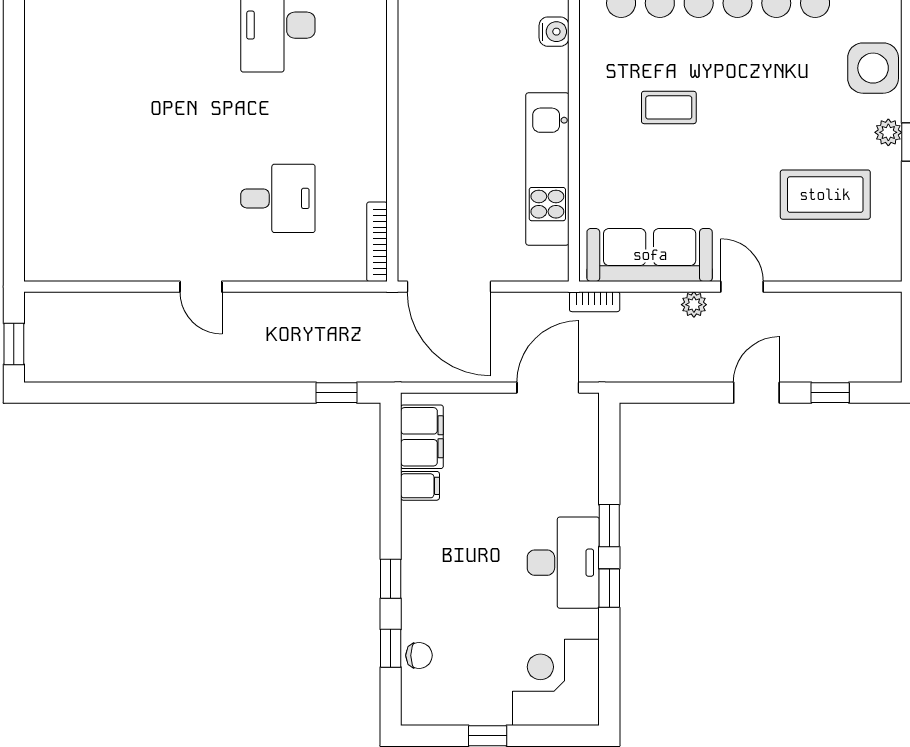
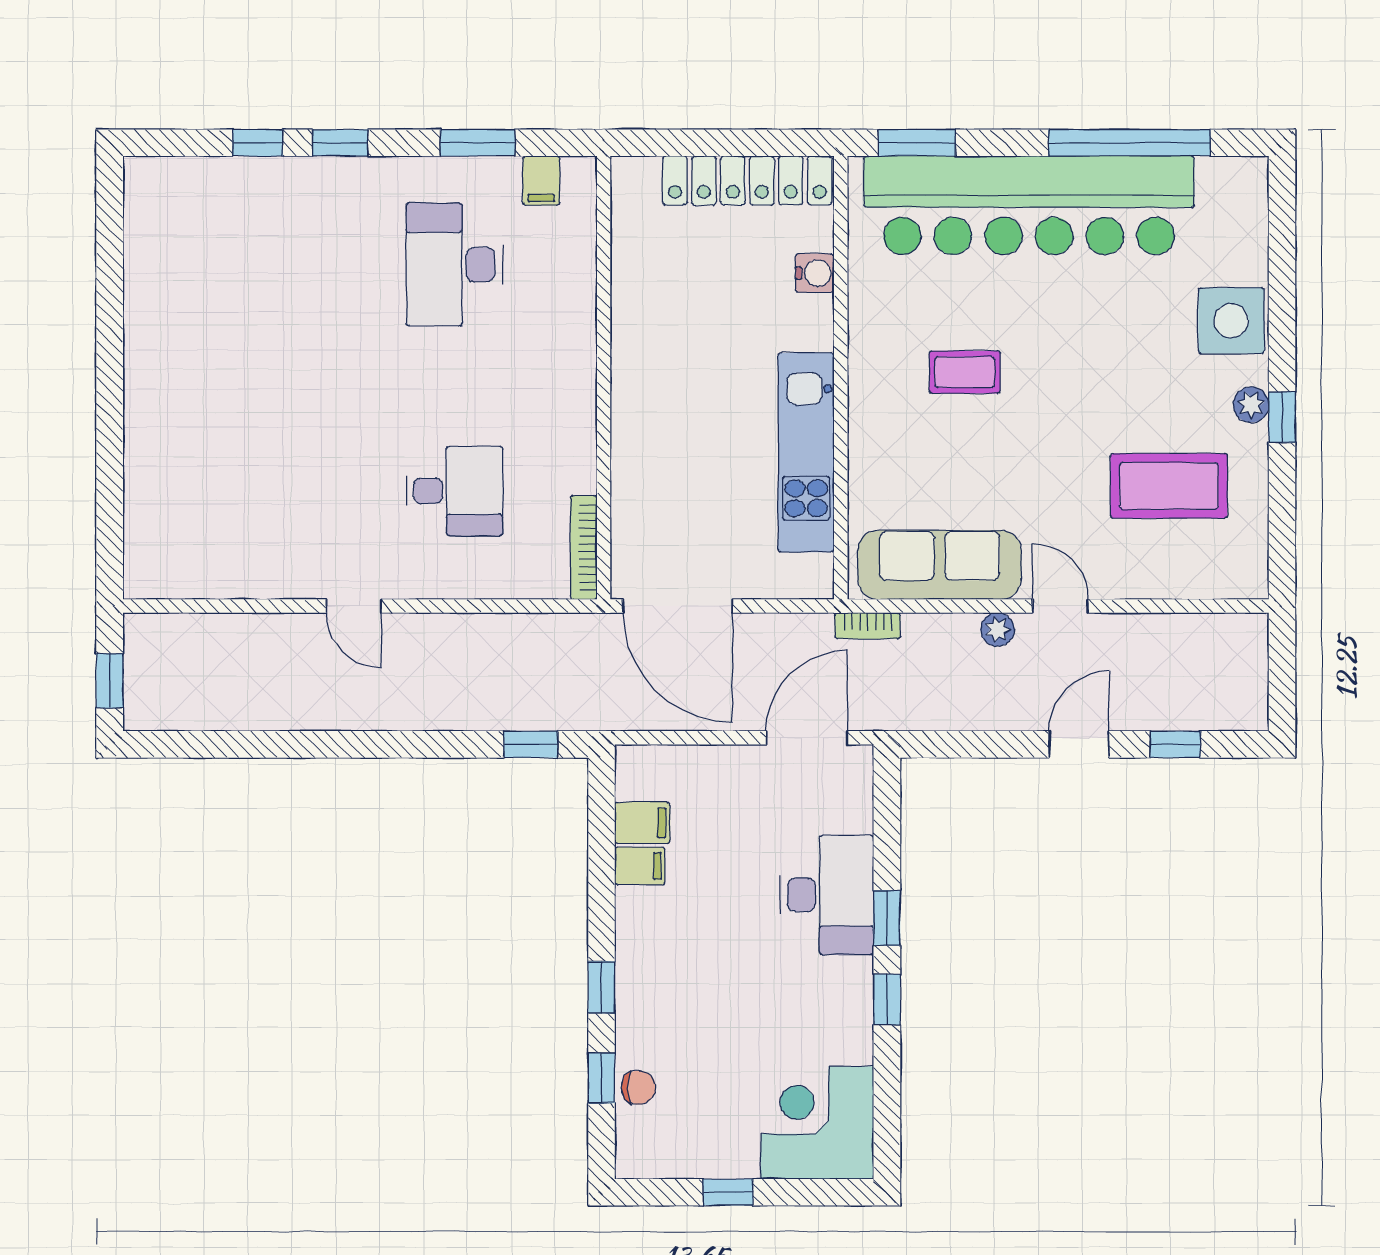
filing cabinet: (422, 437) -> (642, 823), width x0.50
desk: (563, 563) -> (827, 895), moved

